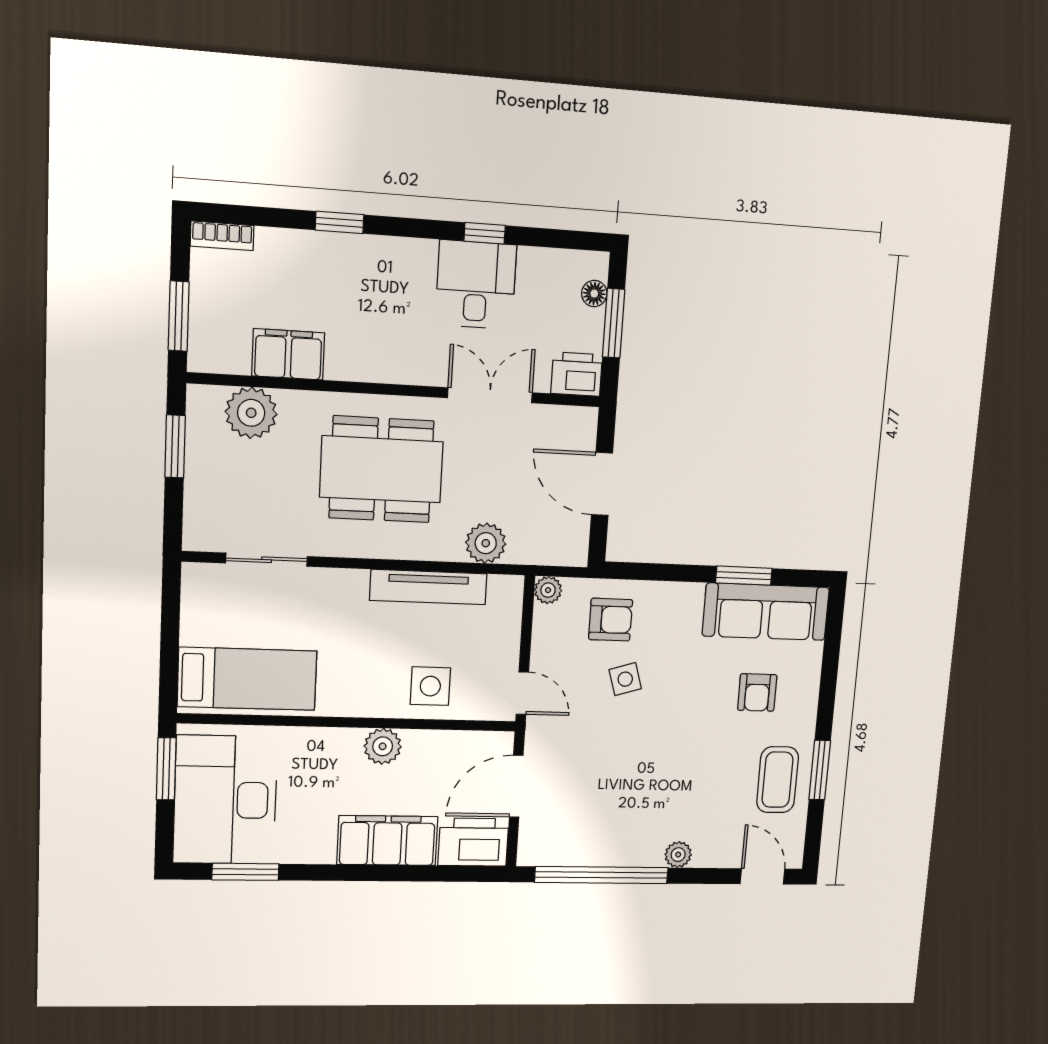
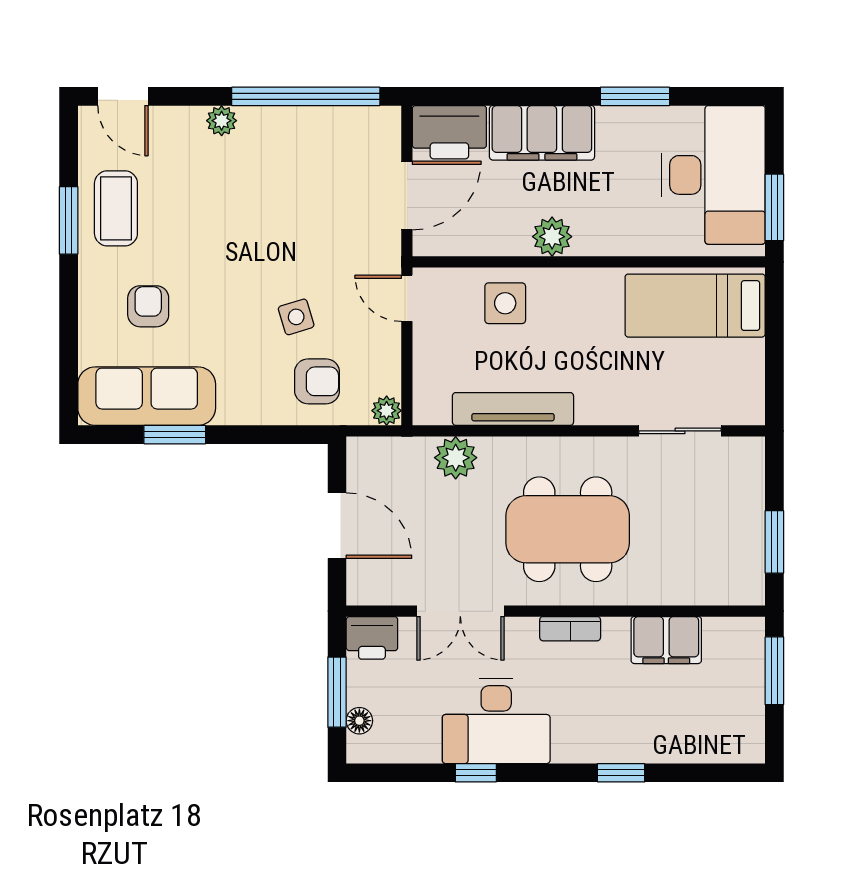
bookcase: (222, 236) -> (570, 629), moved, turned 180
desk: (476, 285) -> (496, 721), width x1.37
plant: (251, 413) -> (701, 580), removed
armchair: (611, 620) -> (317, 381), turned 180
window: (245, 872) -> (635, 96), moved

